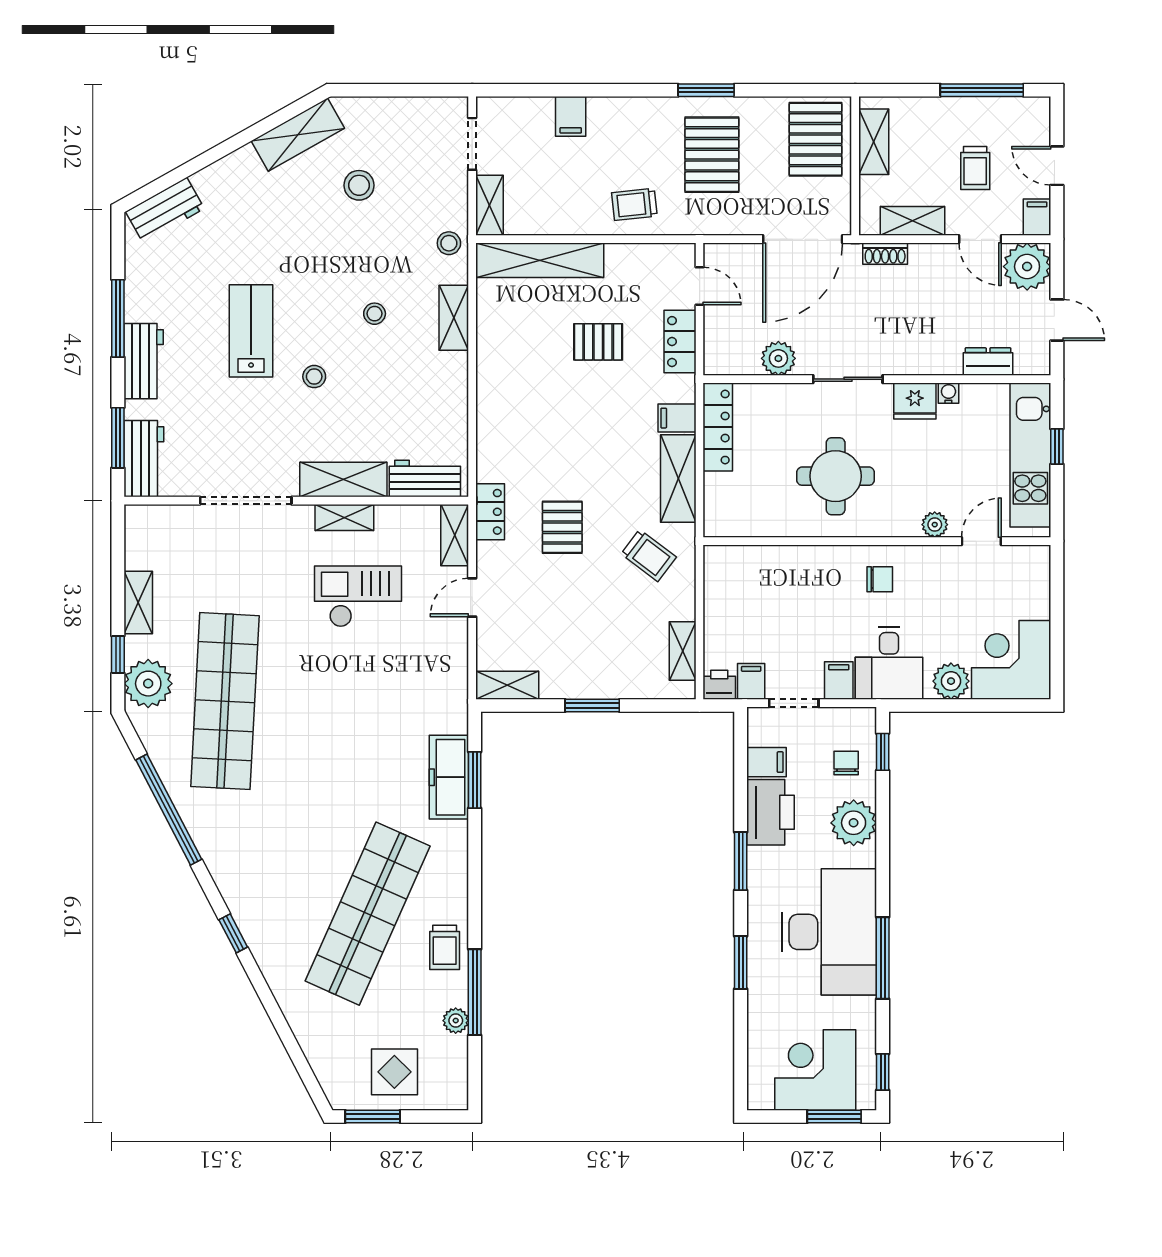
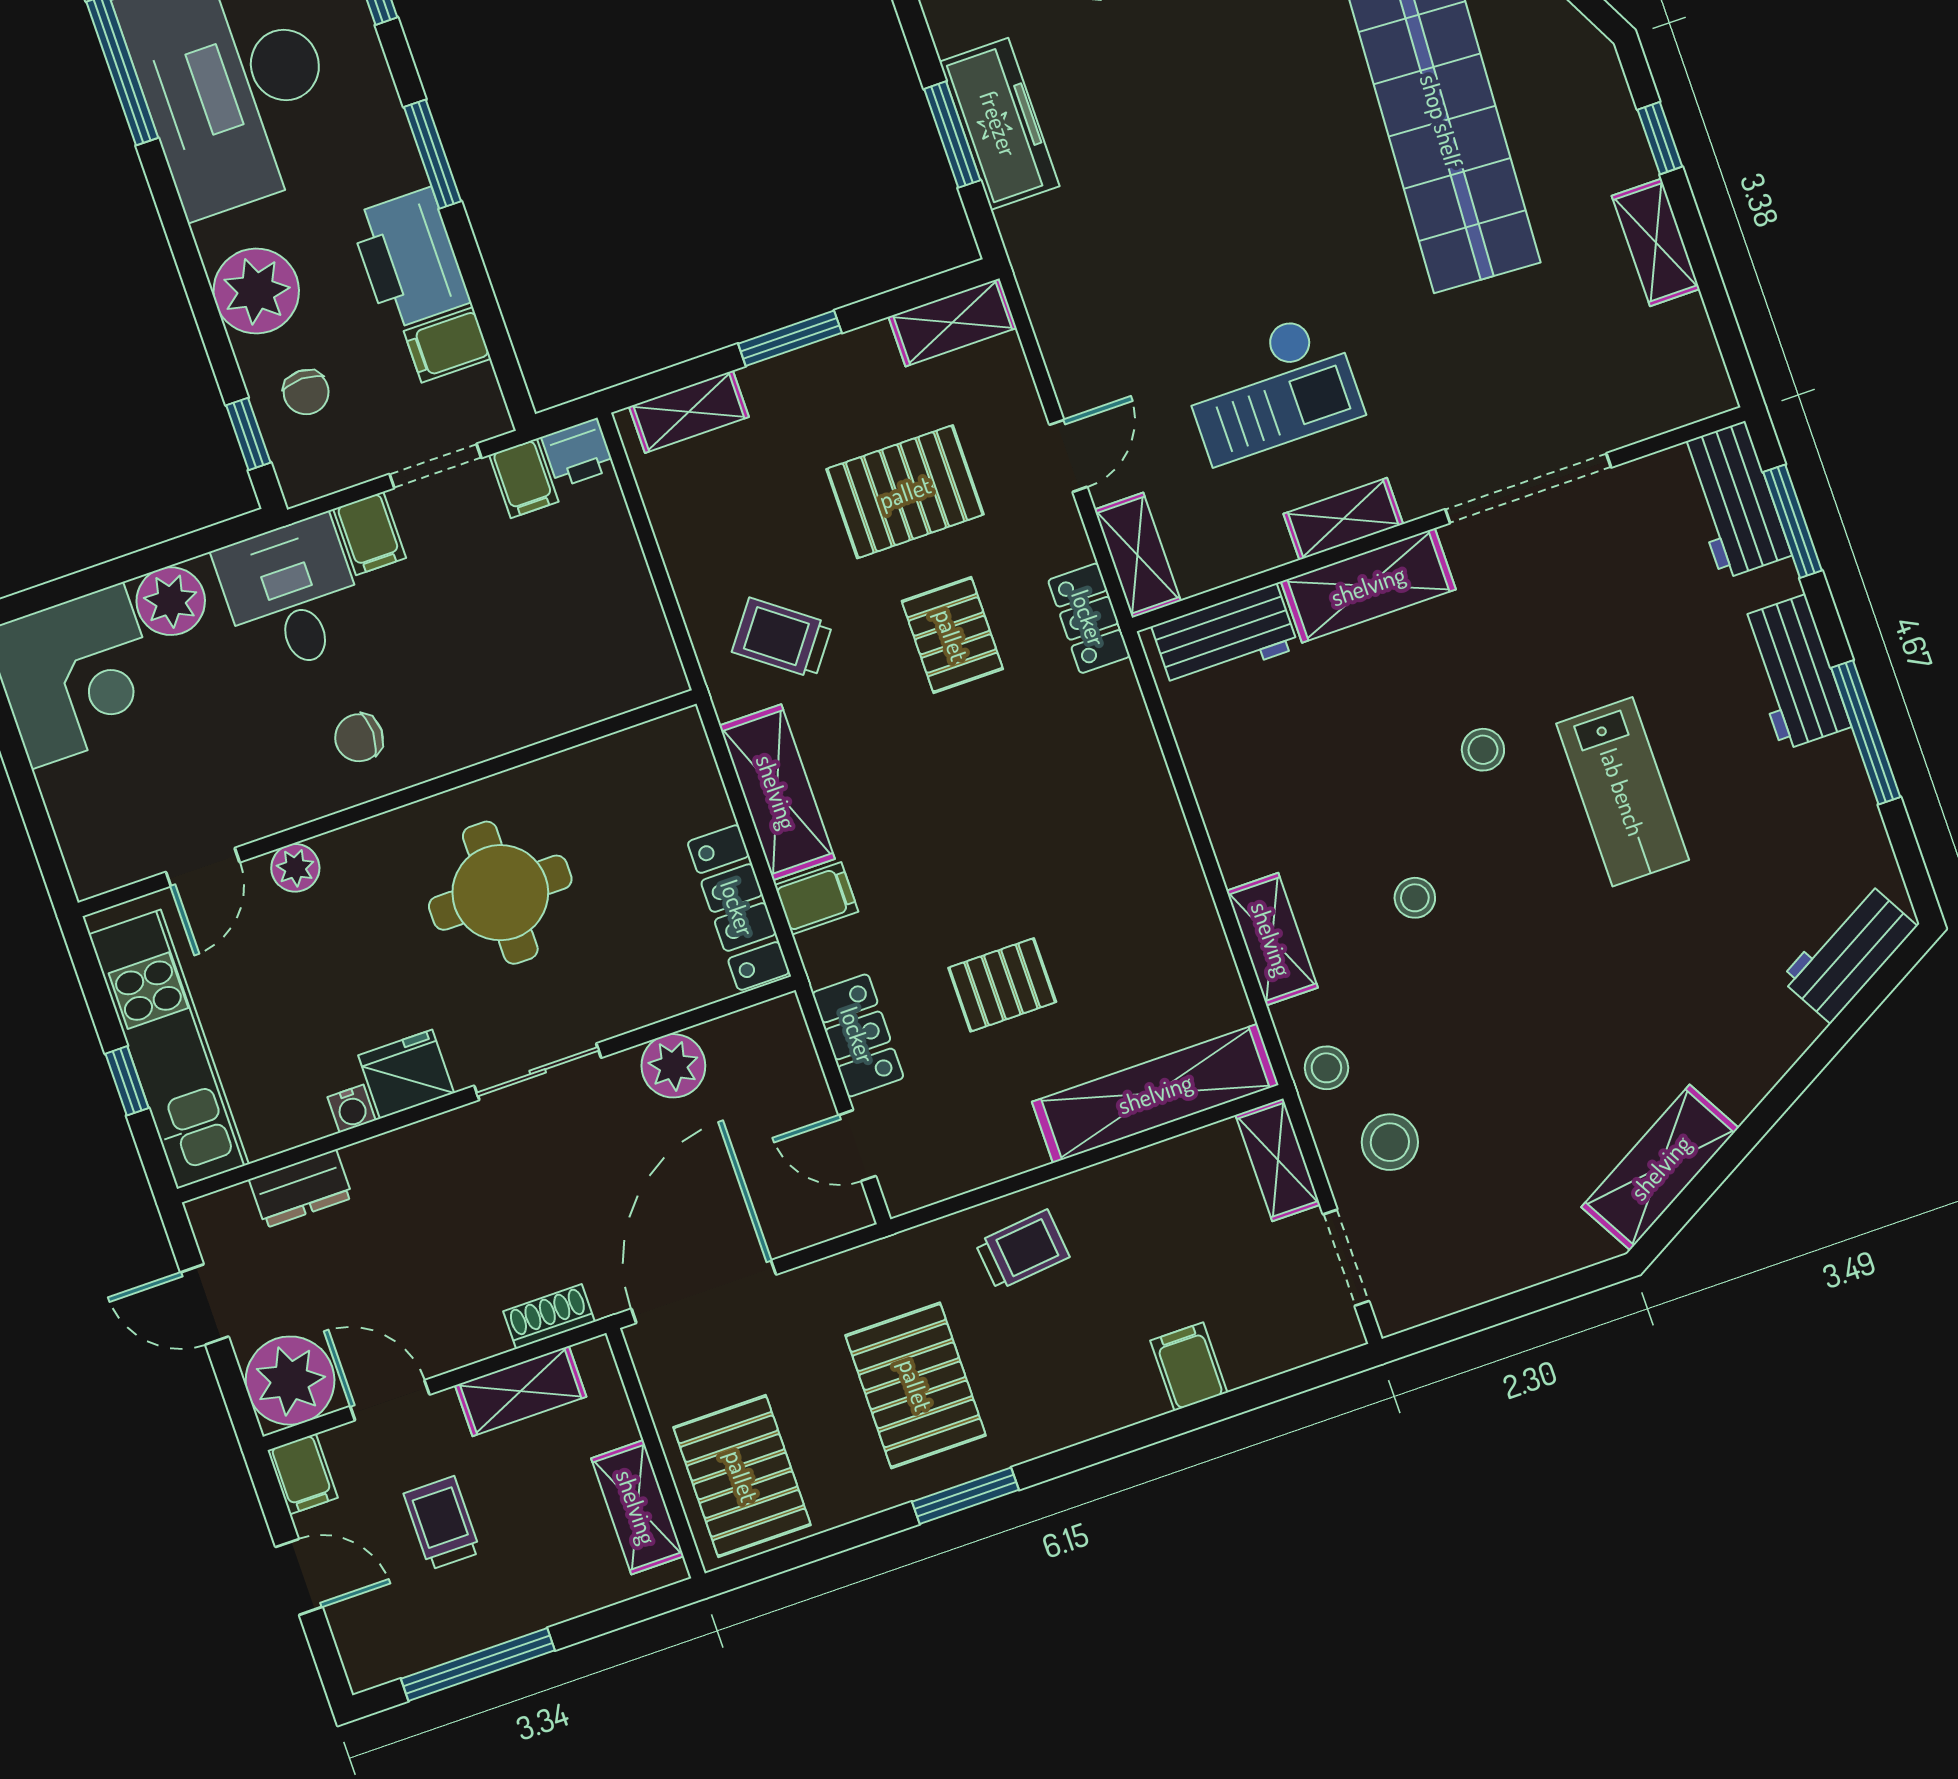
stool: (359, 185) -> (1390, 1142), moved
pallet: (561, 608) -> (905, 492), added
shelving: (683, 651) -> (689, 412), moved, turned 90
plant: (148, 684) -> (1589, 105), removed

